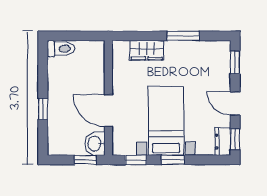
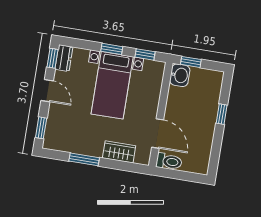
toilet: (61, 49) -> (169, 161), moved, turned 180
door: (108, 111) -> (158, 133), moved

